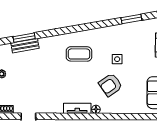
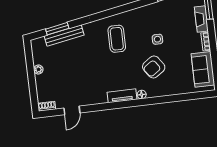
bench: (25, 46) -> (64, 35), width x1.36
coffee table: (79, 54) -> (117, 39), turned 90

